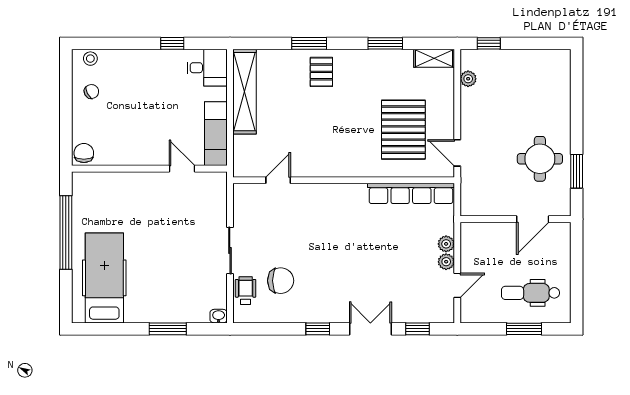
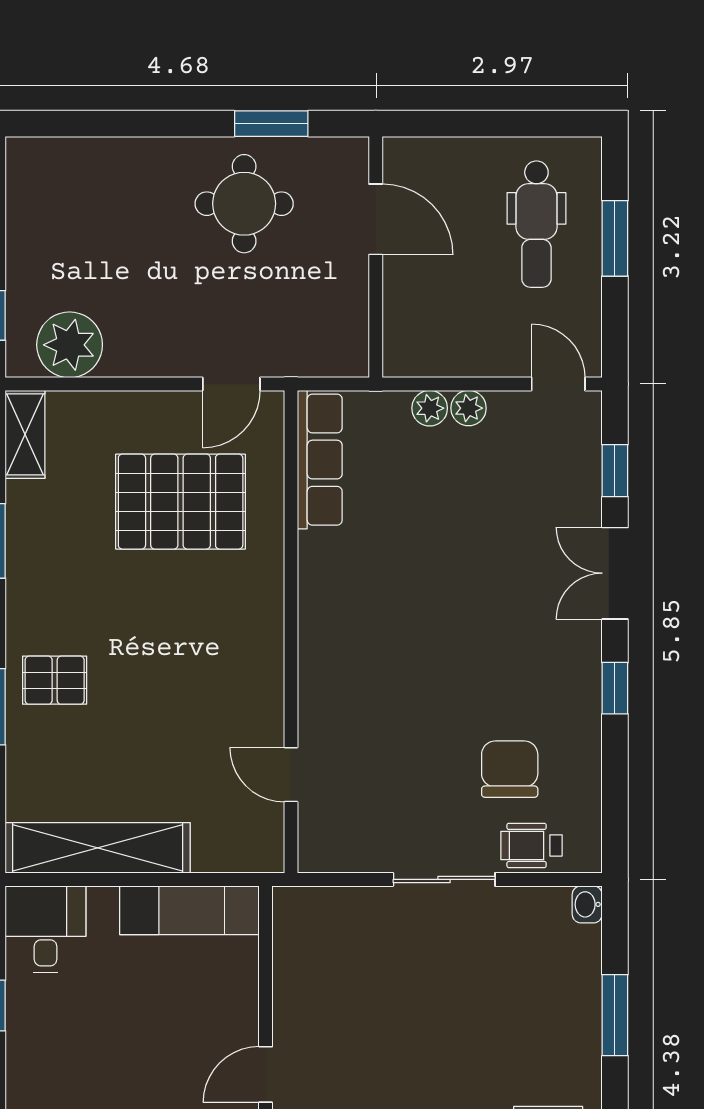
plant: (468, 79) -> (70, 345), width x1.88, depth x1.88
door: (182, 169) -> (266, 1074), moved
row of seats: (411, 193) -> (320, 460), width x0.73
door: (457, 285) -> (558, 384), moved

